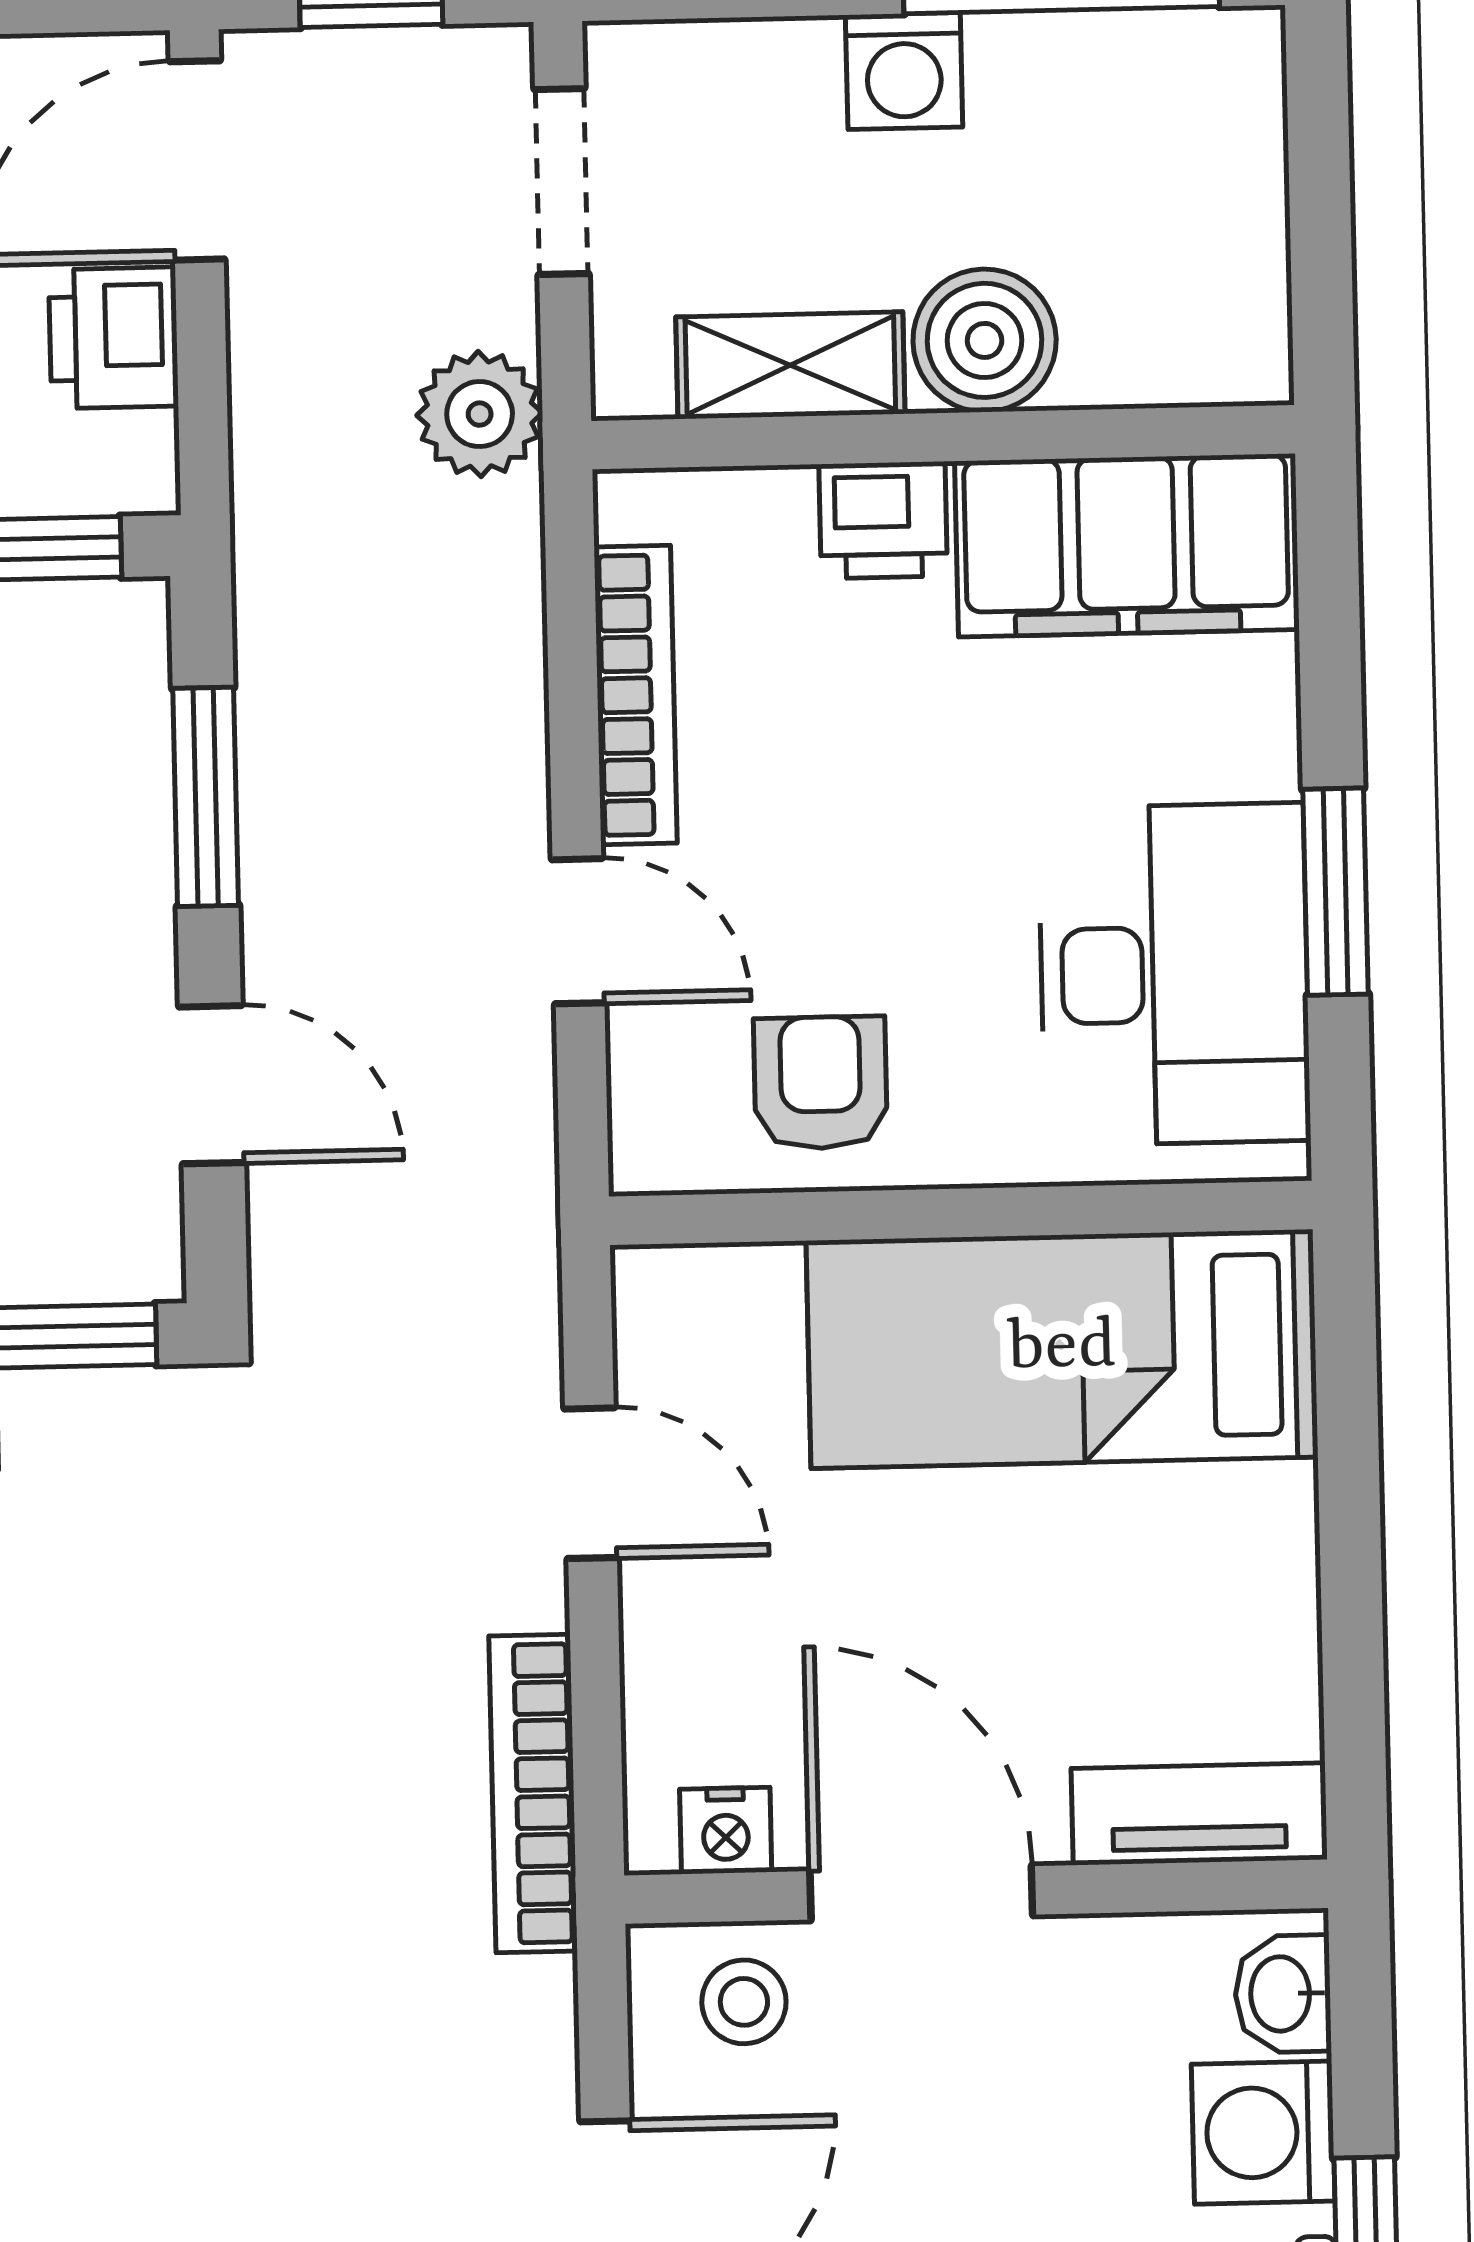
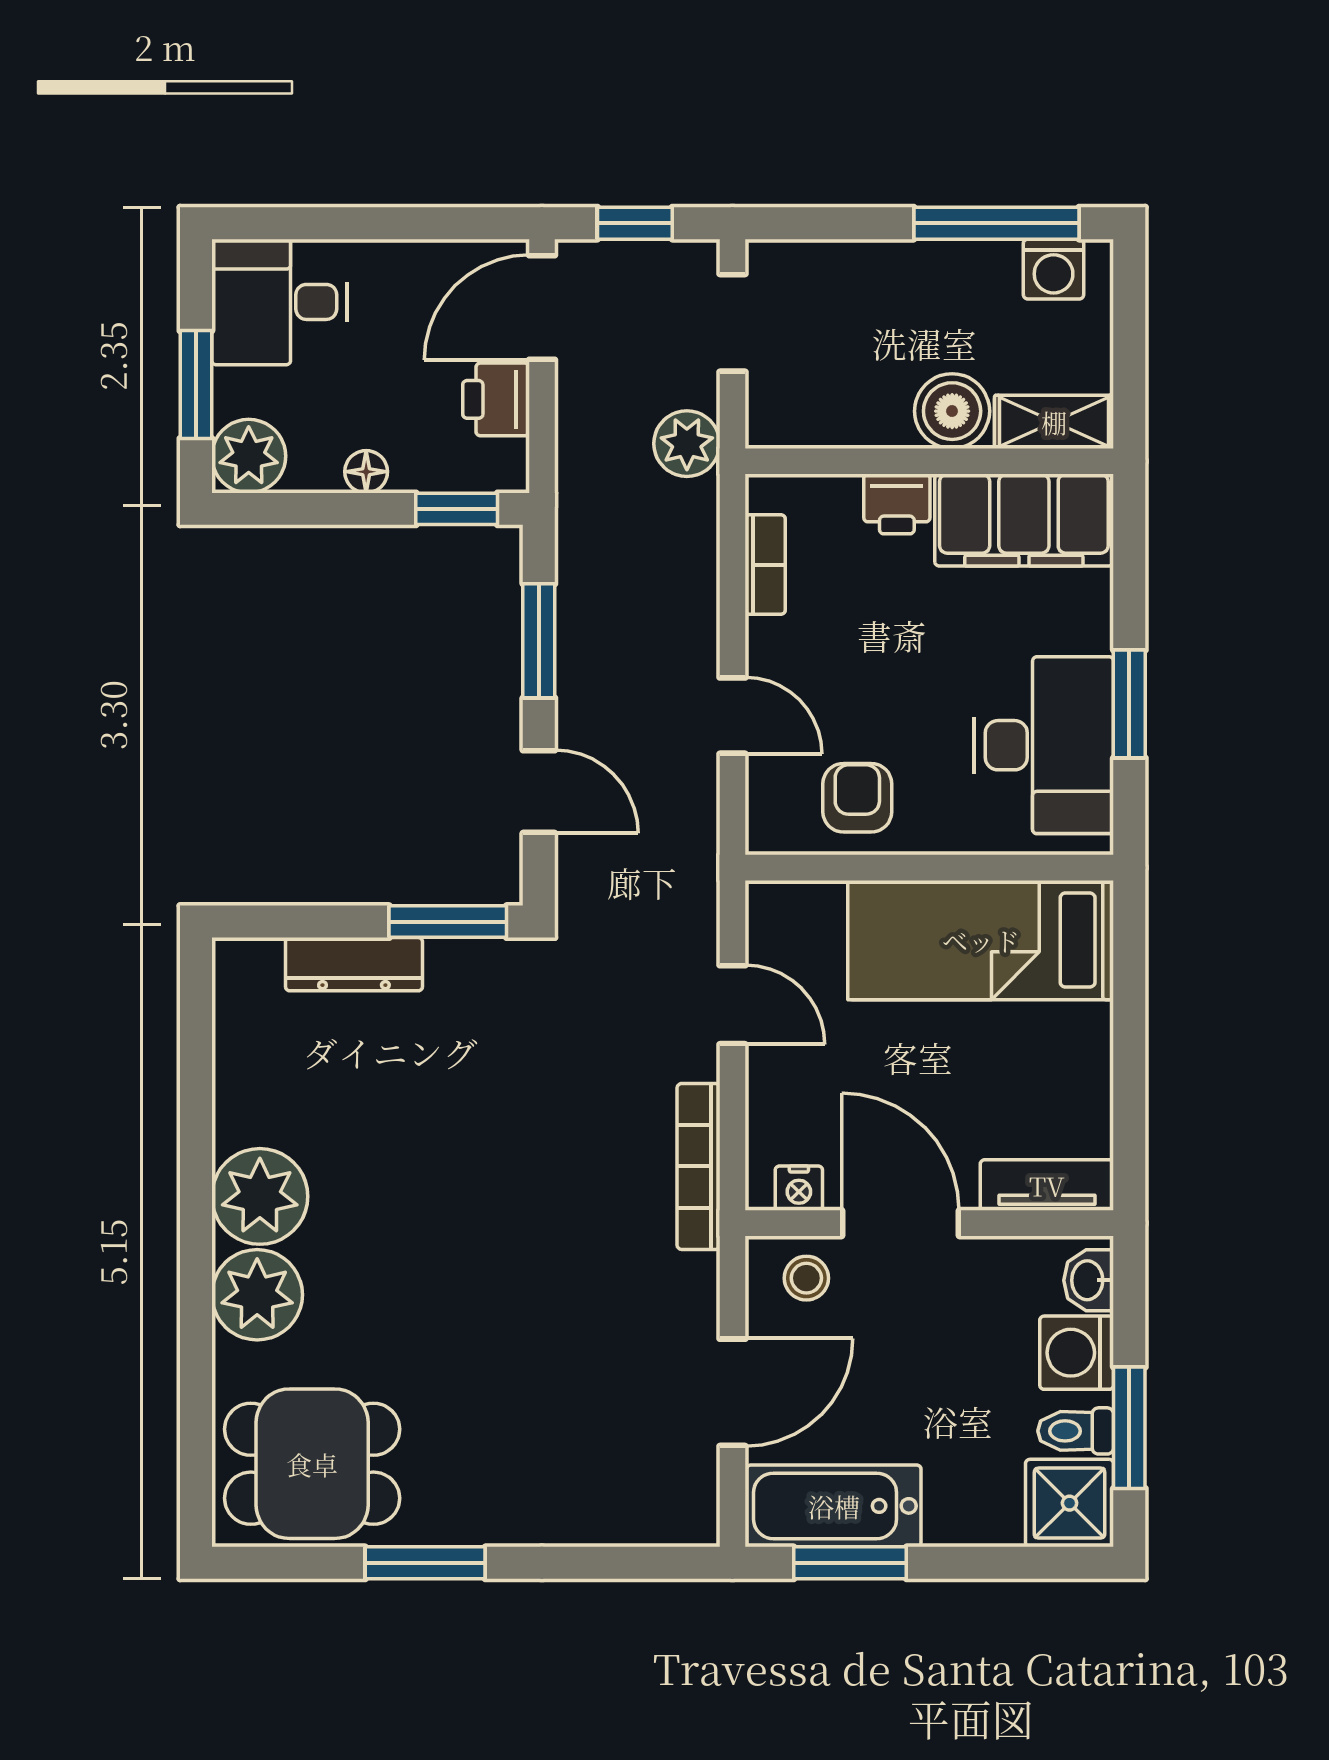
washing machine: (904, 71) -> (1054, 269), moved
shelving: (790, 365) -> (1054, 422), moved
bookcase: (636, 695) -> (765, 565), width x0.64

